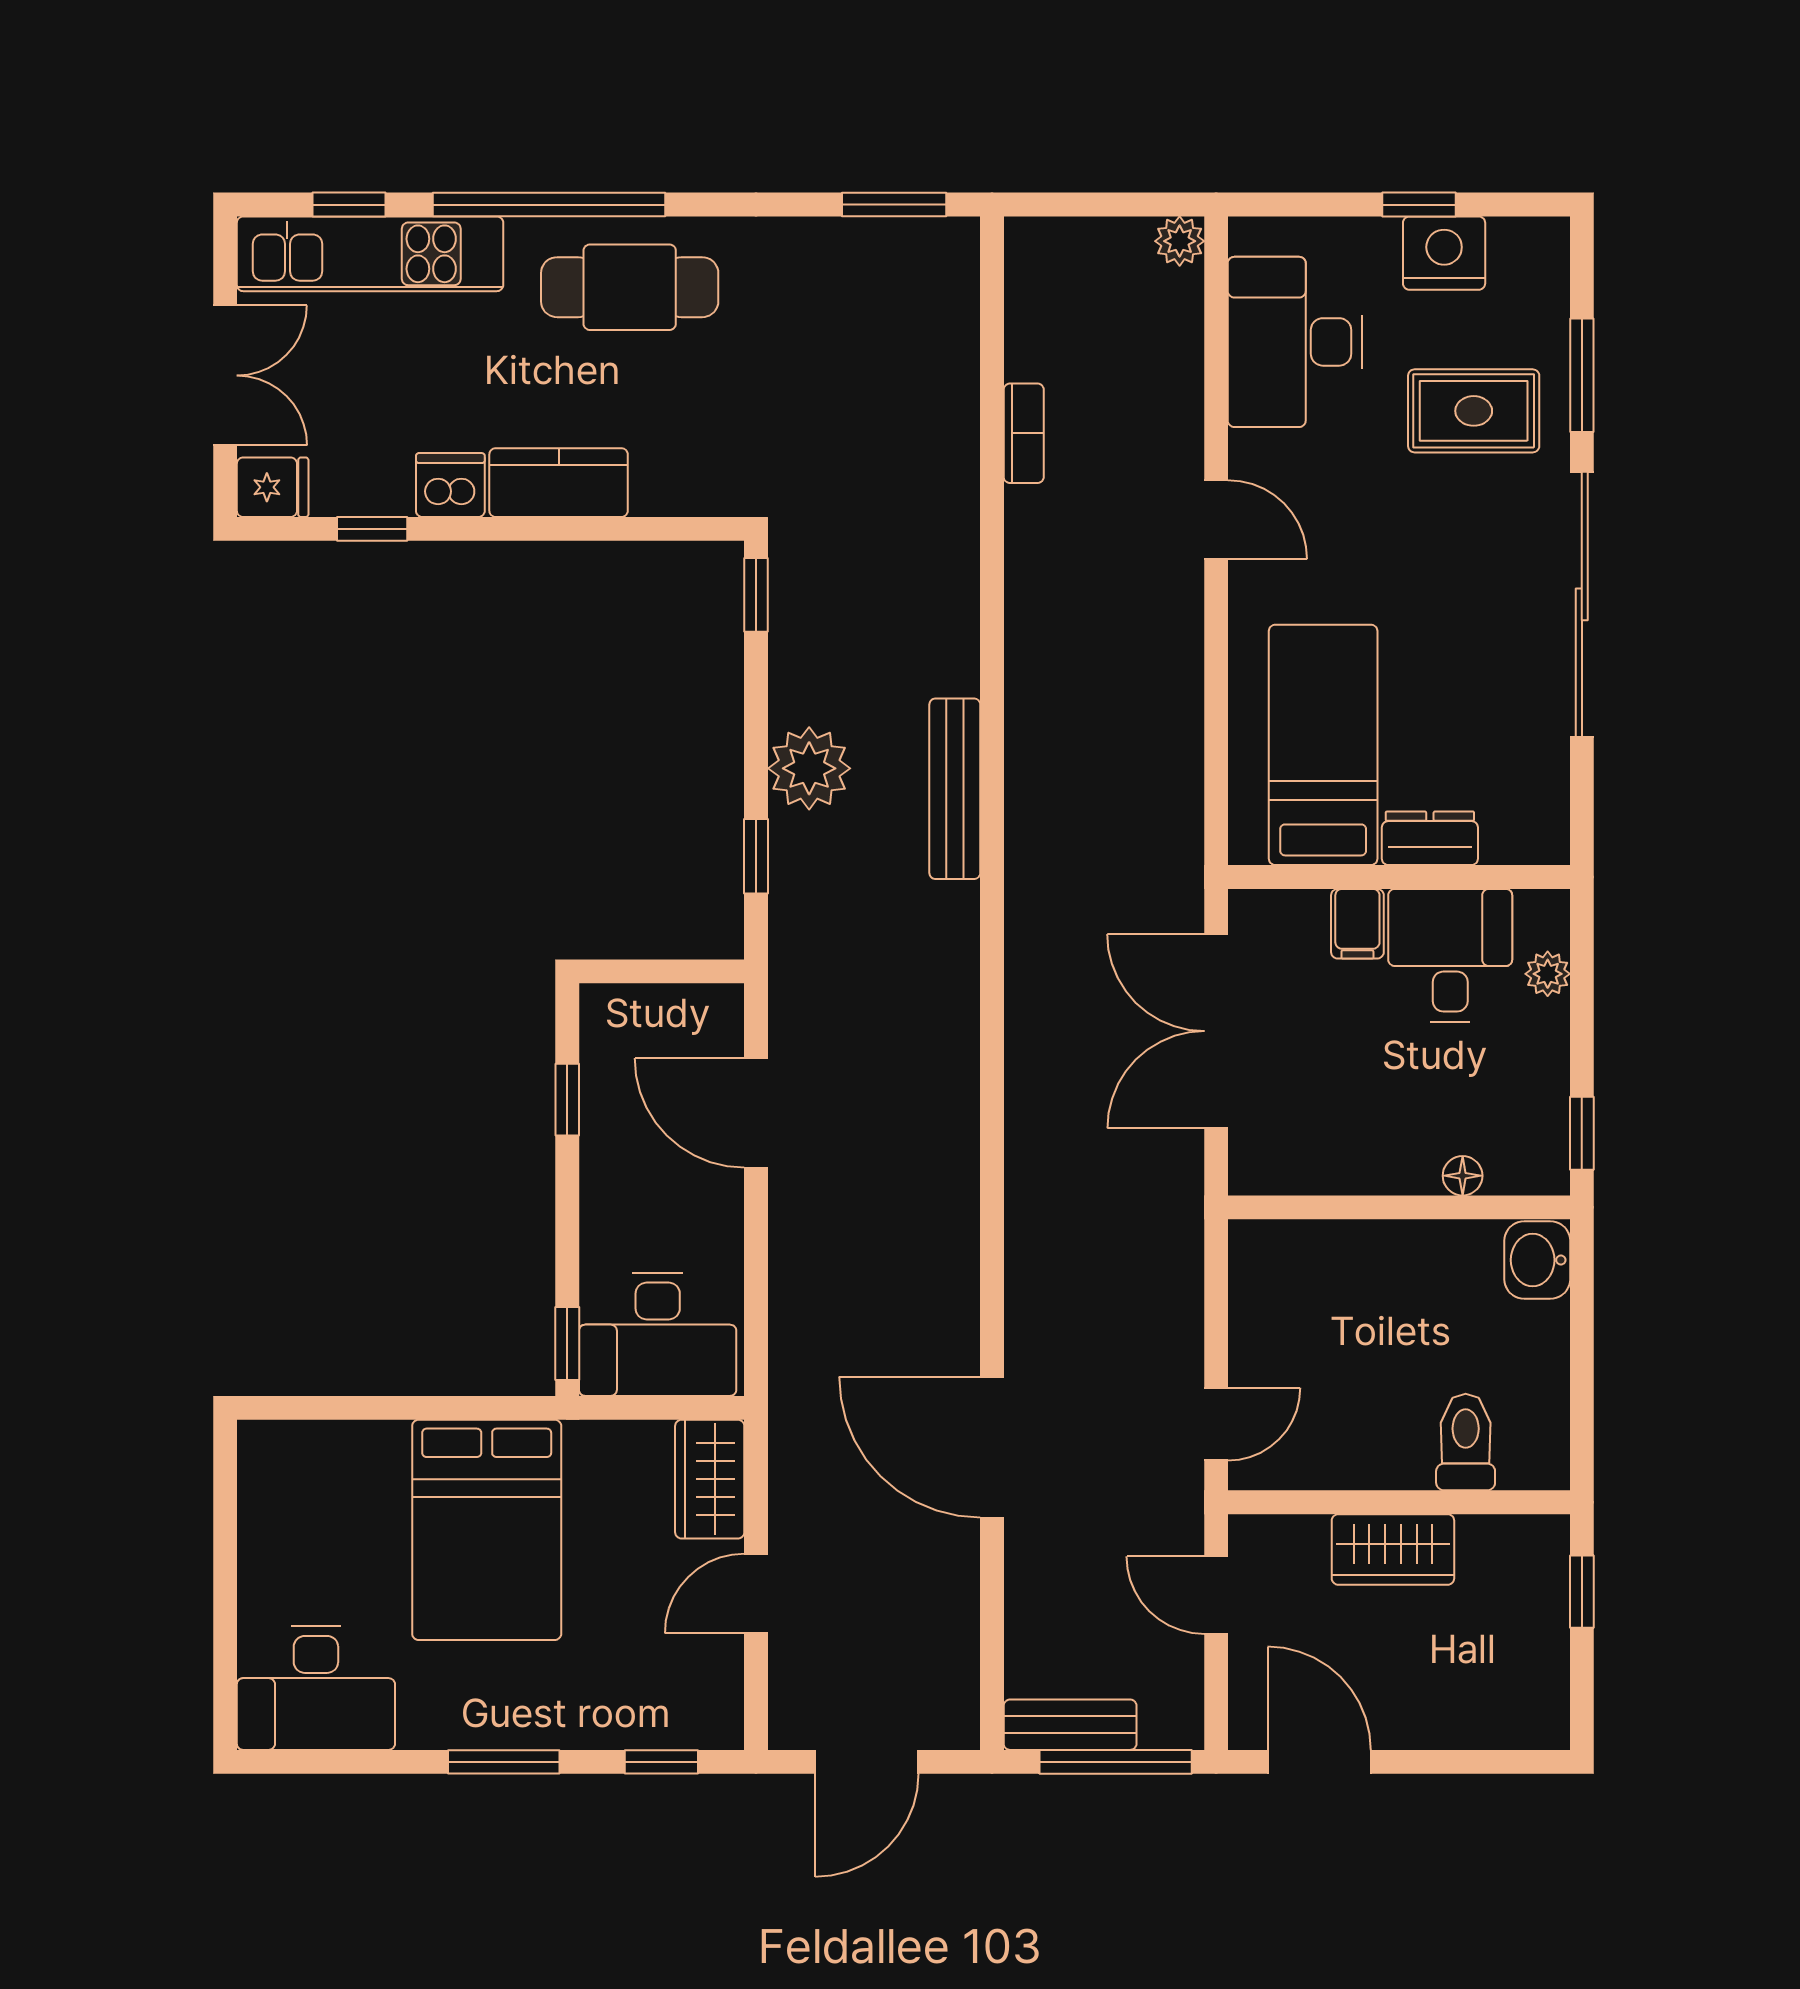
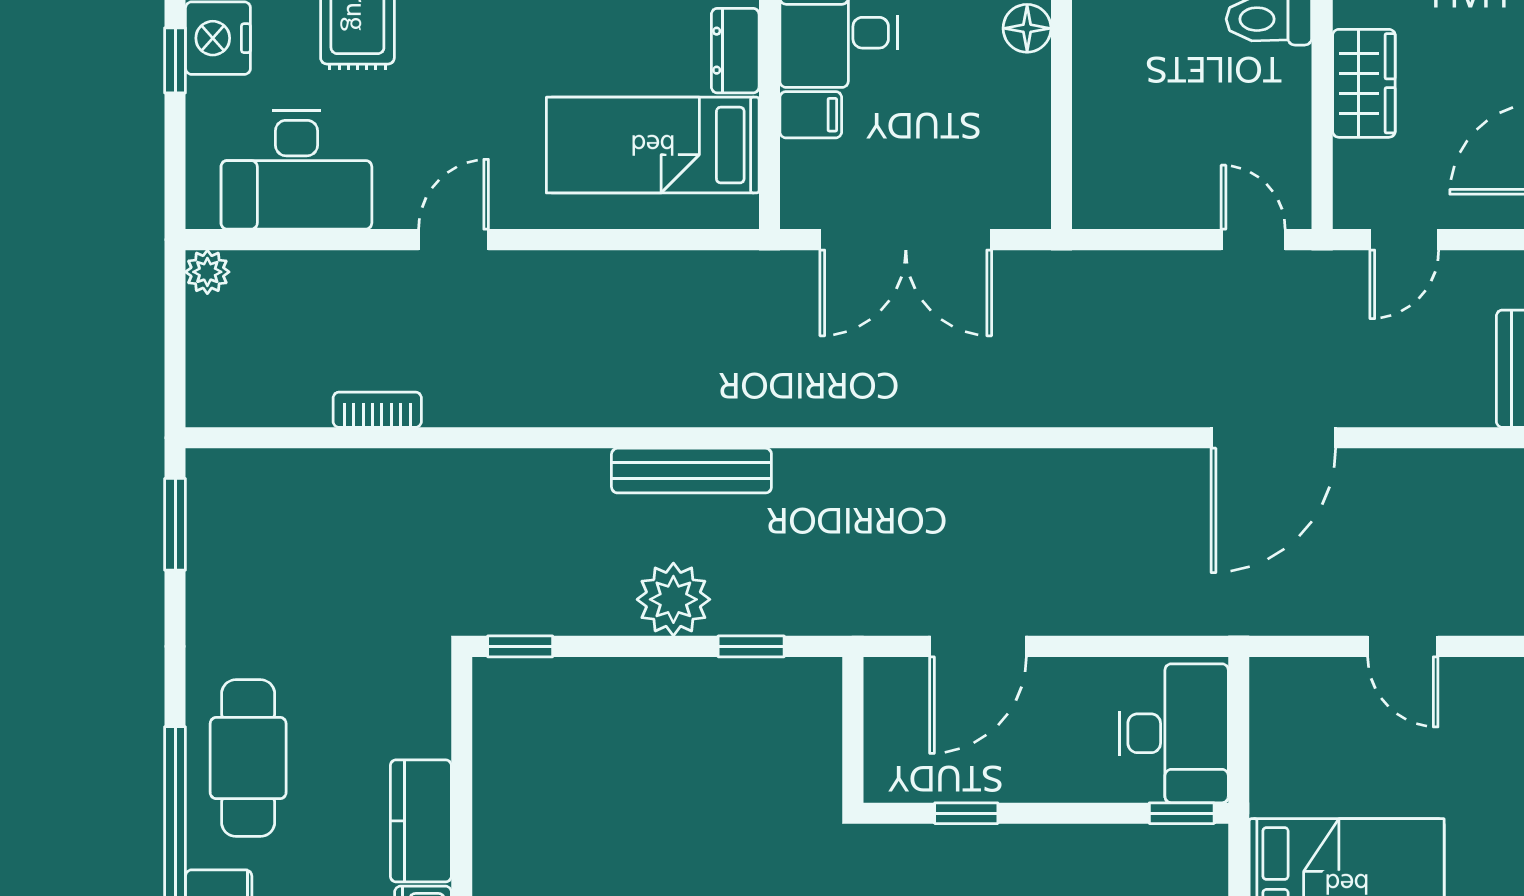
floor lamp: (1463, 1176) -> (1027, 28), width x1.37, depth x1.37
wardrobe: (710, 1479) -> (1302, 687), removed

